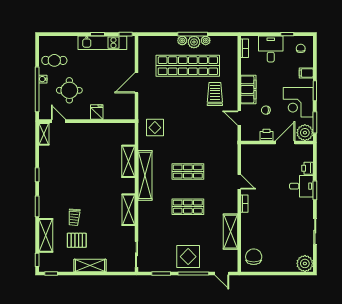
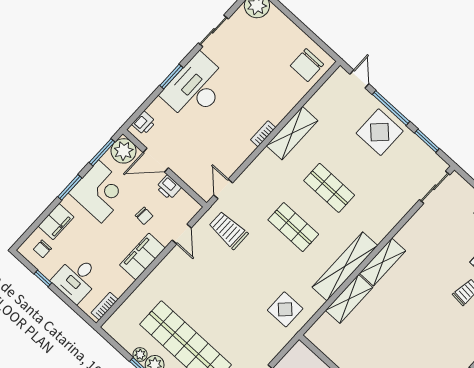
filing cabinet: (306, 73) -> (56, 222), width x2.00
trolley: (215, 94) -> (228, 230), moved, turned 90
printer: (308, 168) -> (144, 123), moved
door: (239, 182) -> (223, 189), moved
desk: (301, 186) -> (196, 88), width x1.87, depth x1.30
shelving: (128, 210) -> (383, 262), moved
shelving: (230, 232) -> (292, 133), moved

